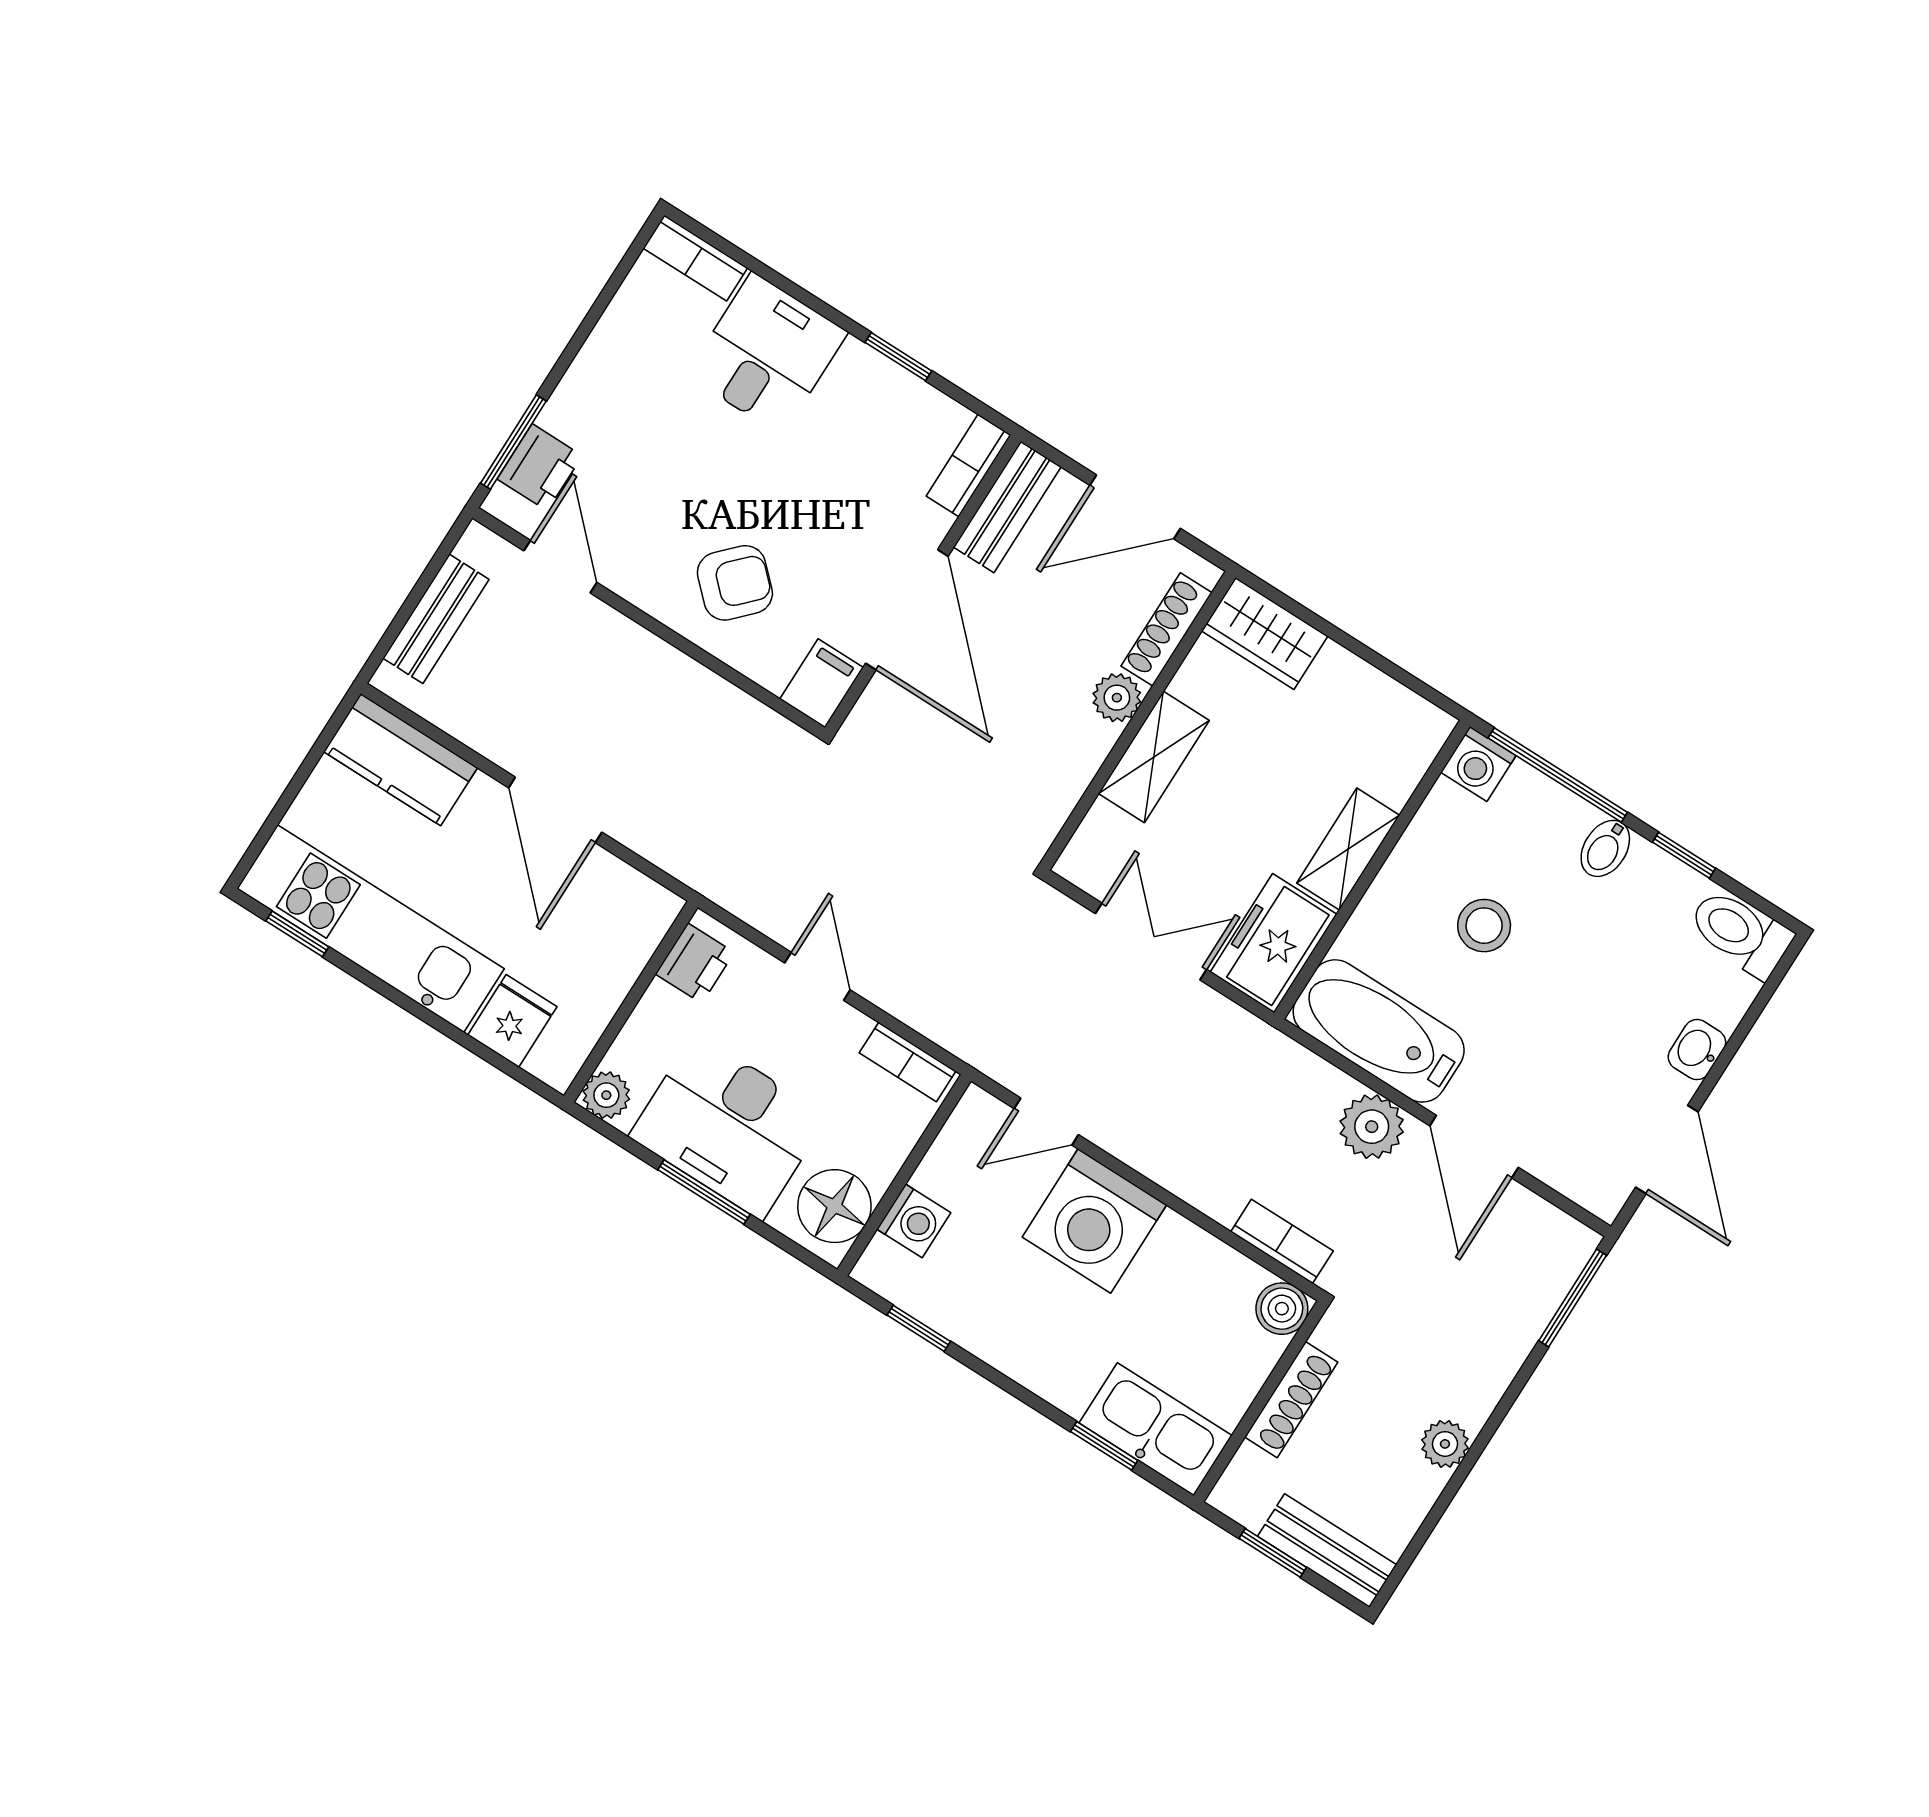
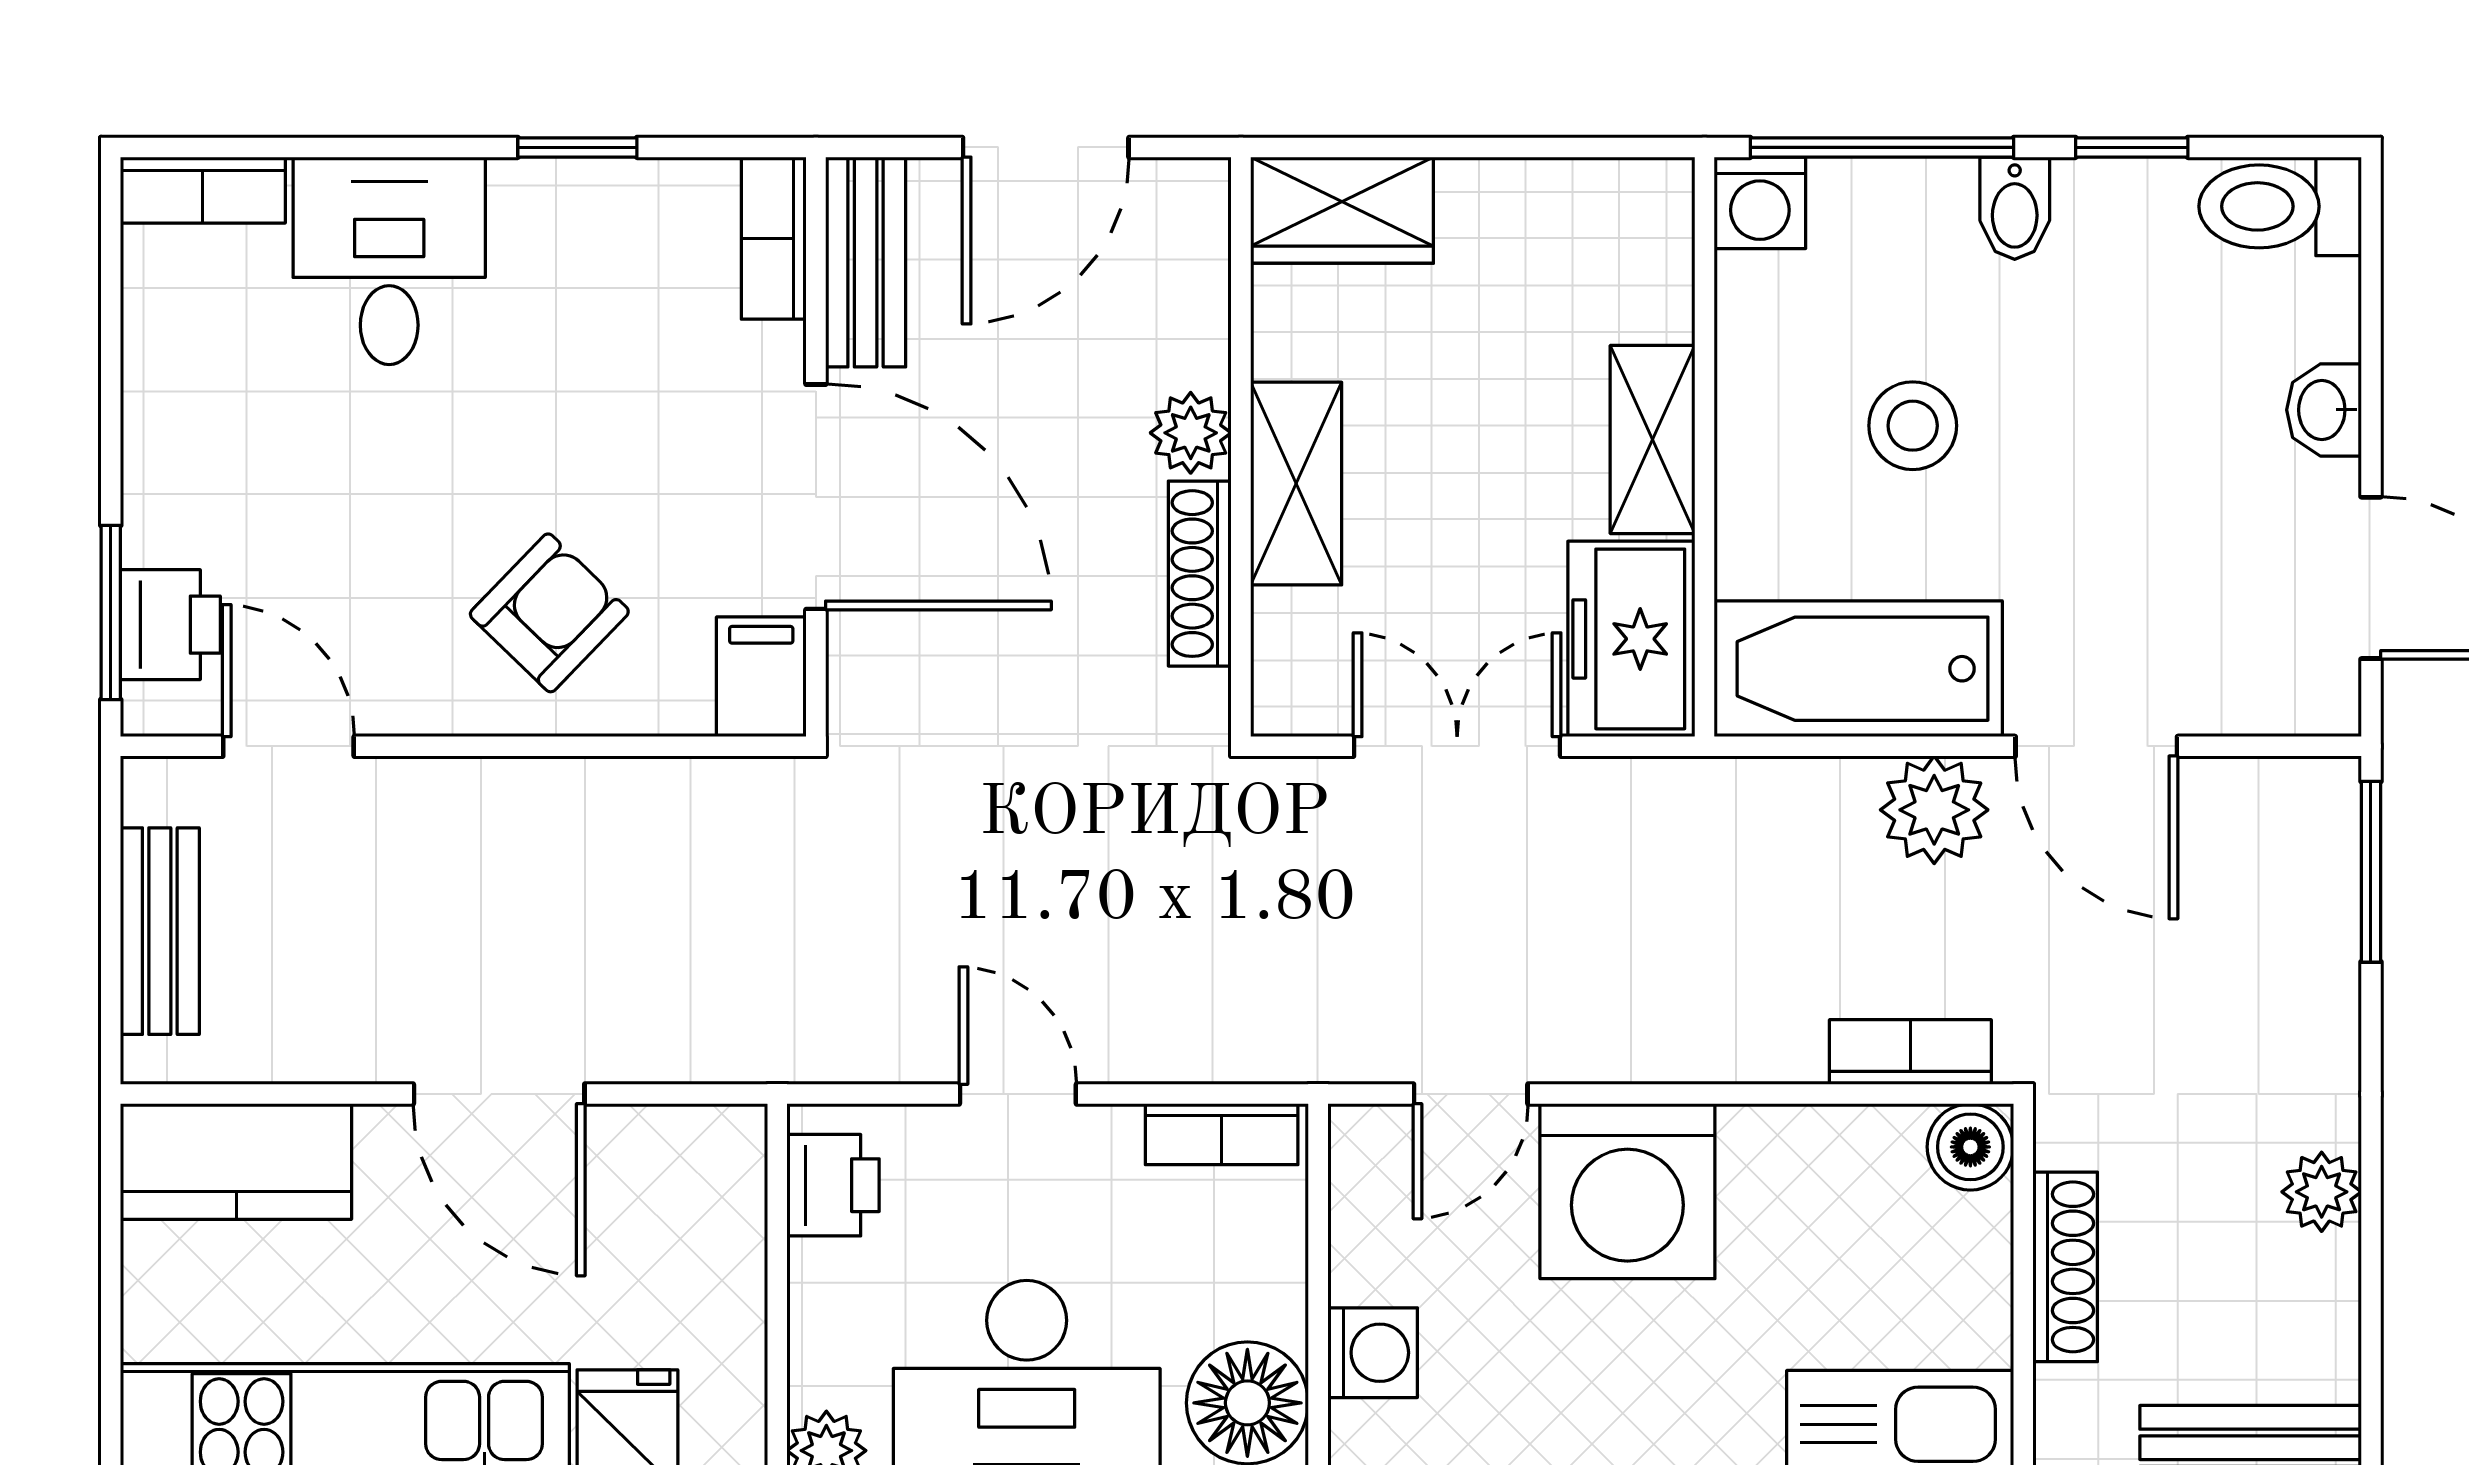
shoe rack: (1167, 629) -> (1200, 574), moved

